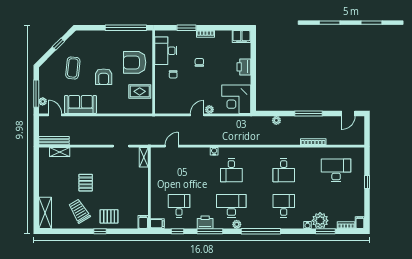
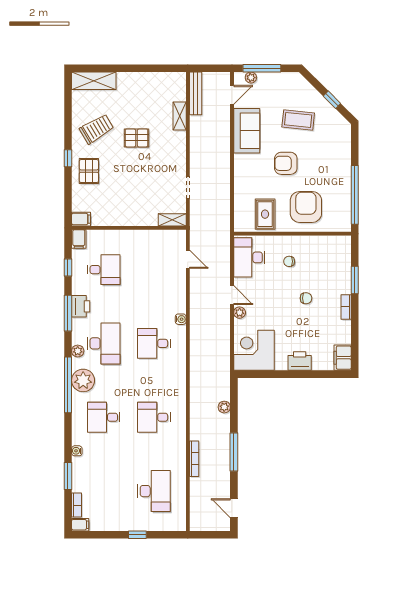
desk: (166, 51) -> (249, 257), moved, turned -90
shelving: (60, 152) -> (180, 116), moved
desk: (284, 206) -> (104, 417), turned 180
plant: (320, 221) -> (83, 380), moved

